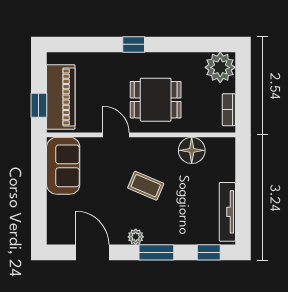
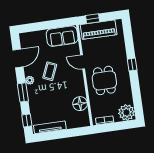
door: (116, 135) -> (83, 62), swing flipped
coffee table: (146, 186) -> (50, 71), moved

